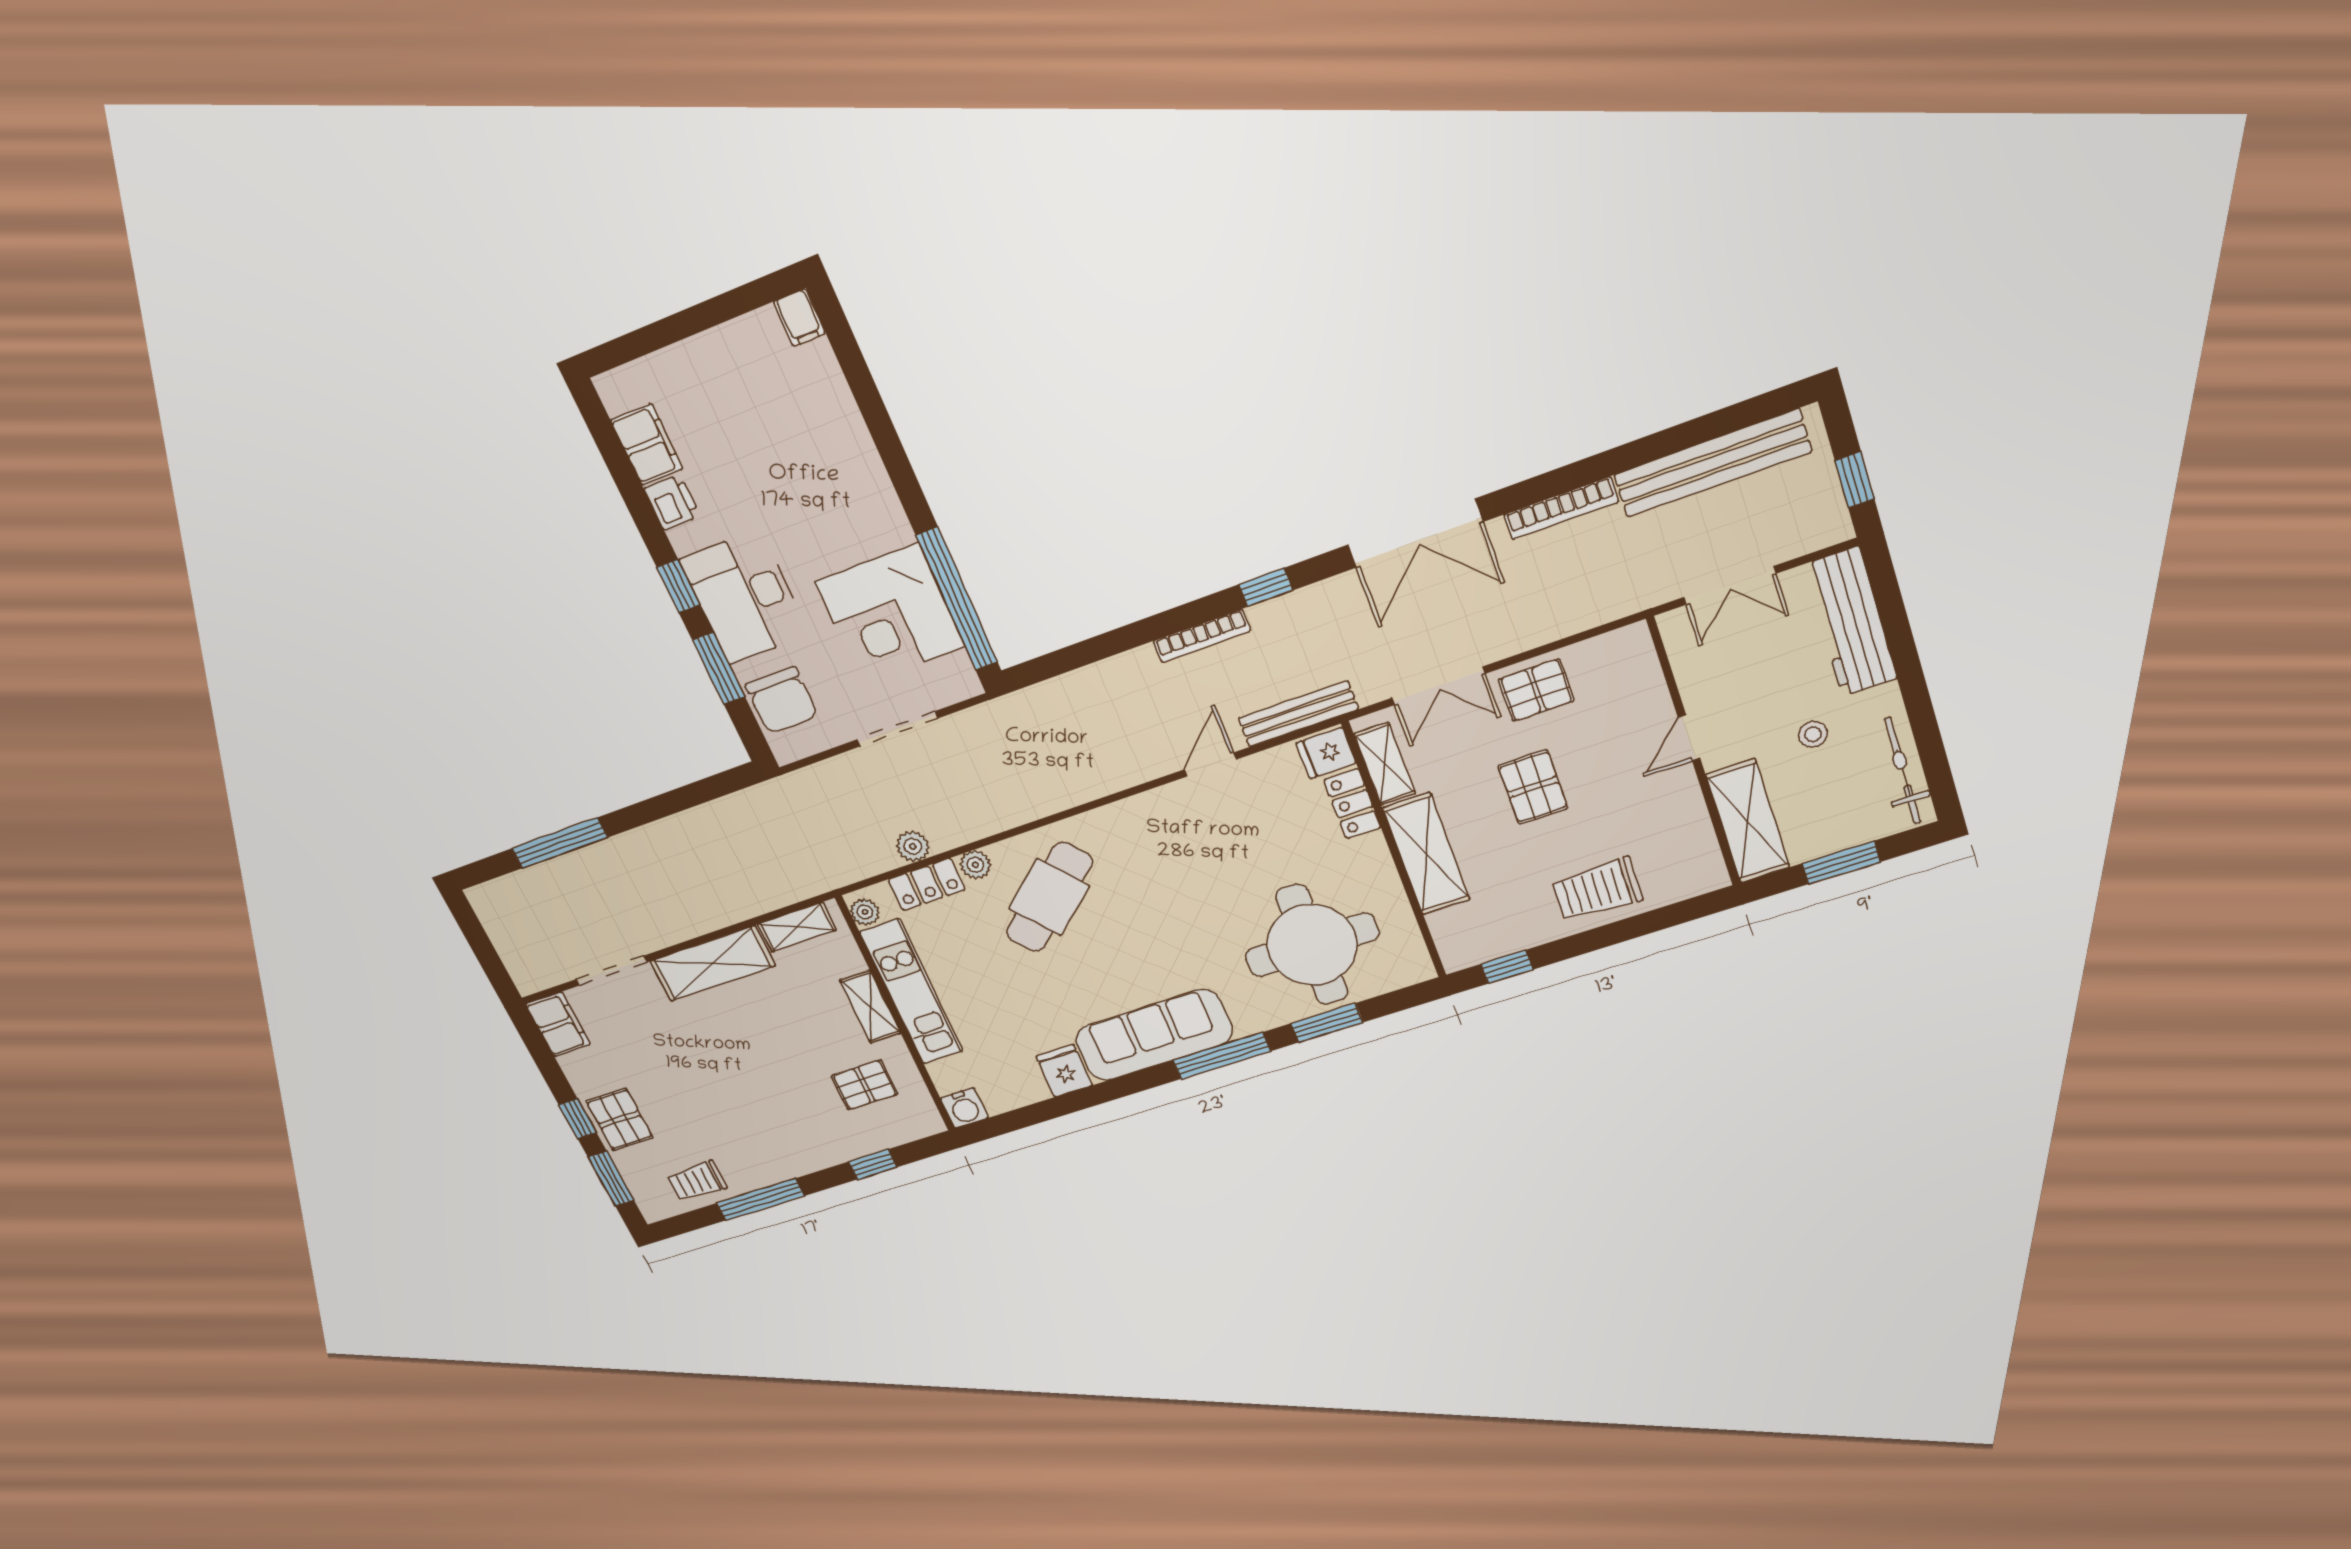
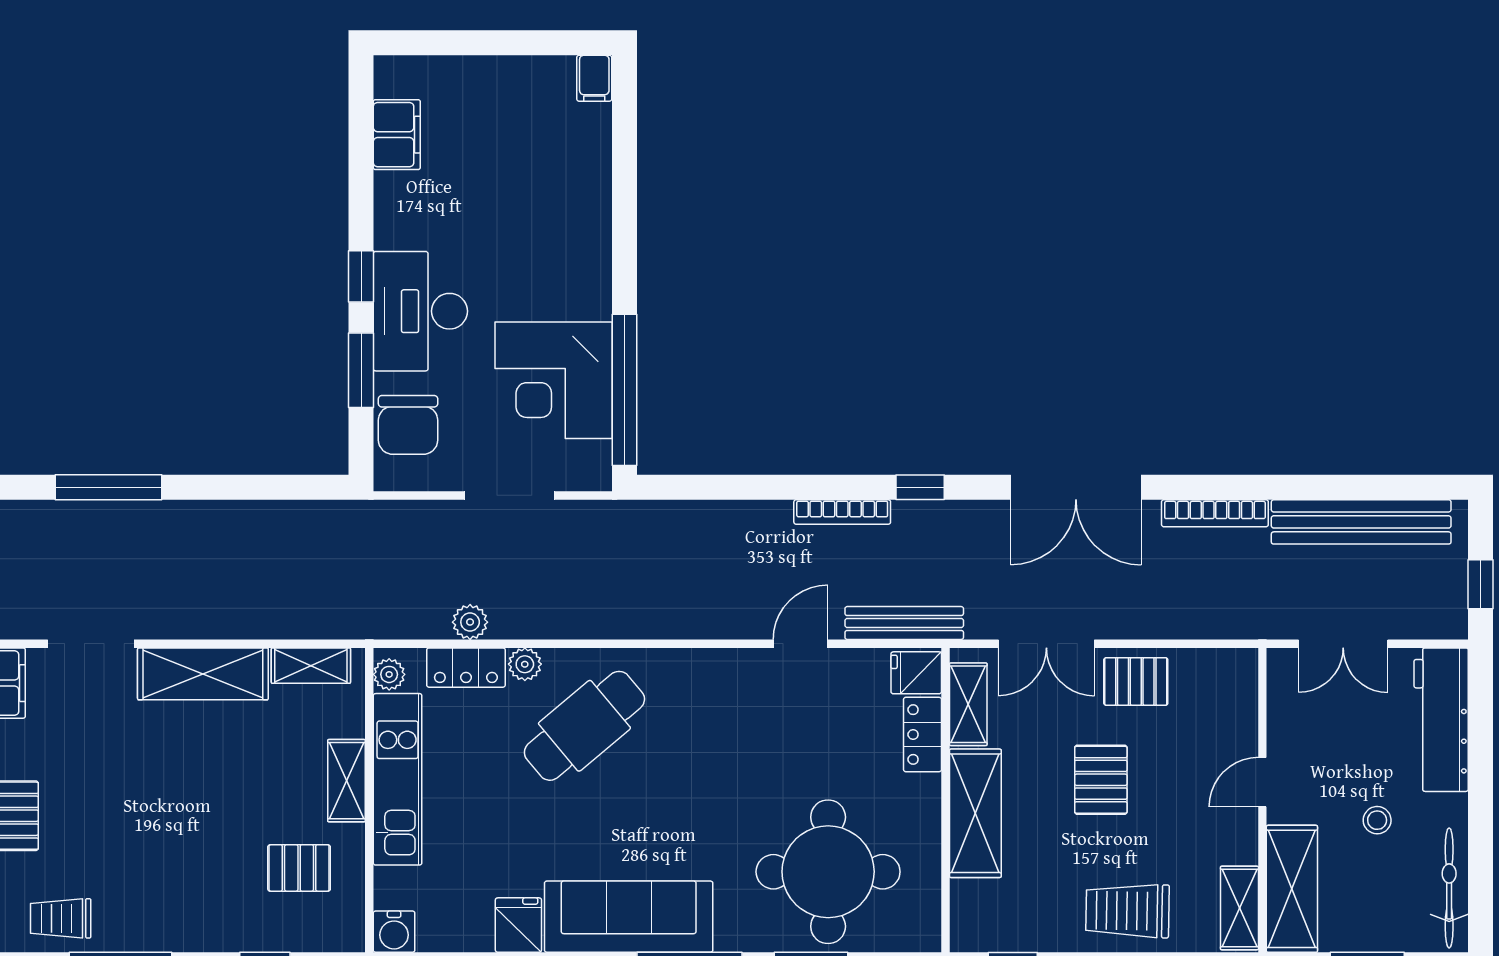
printer: (672, 502) -> (394, 196), removed
shelving: (1702, 854) -> (1239, 908), added

